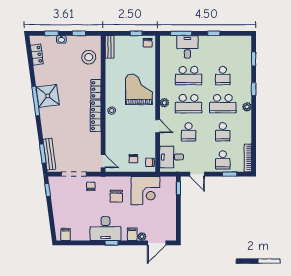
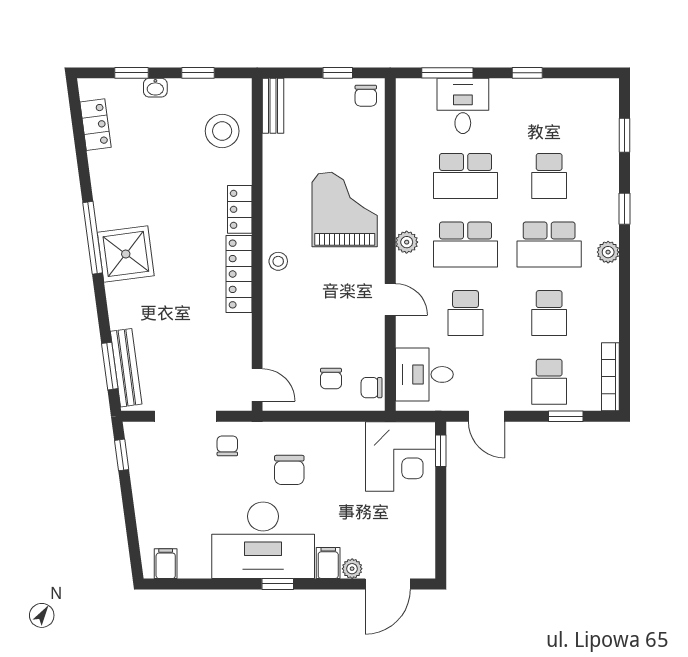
shower: (48, 96) -> (126, 254), moved
corner desk: (146, 191) -> (401, 456), moved
desk: (106, 229) -> (263, 540), width x1.36, depth x1.30

